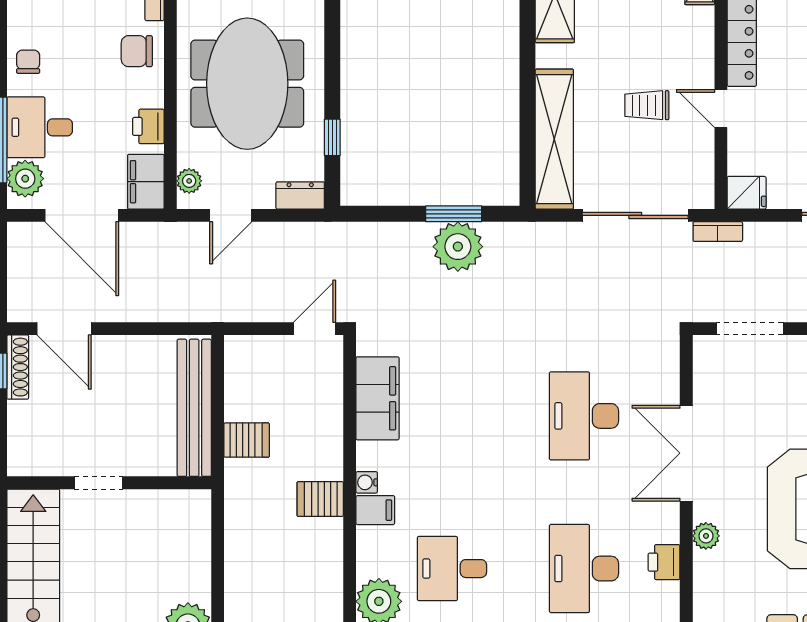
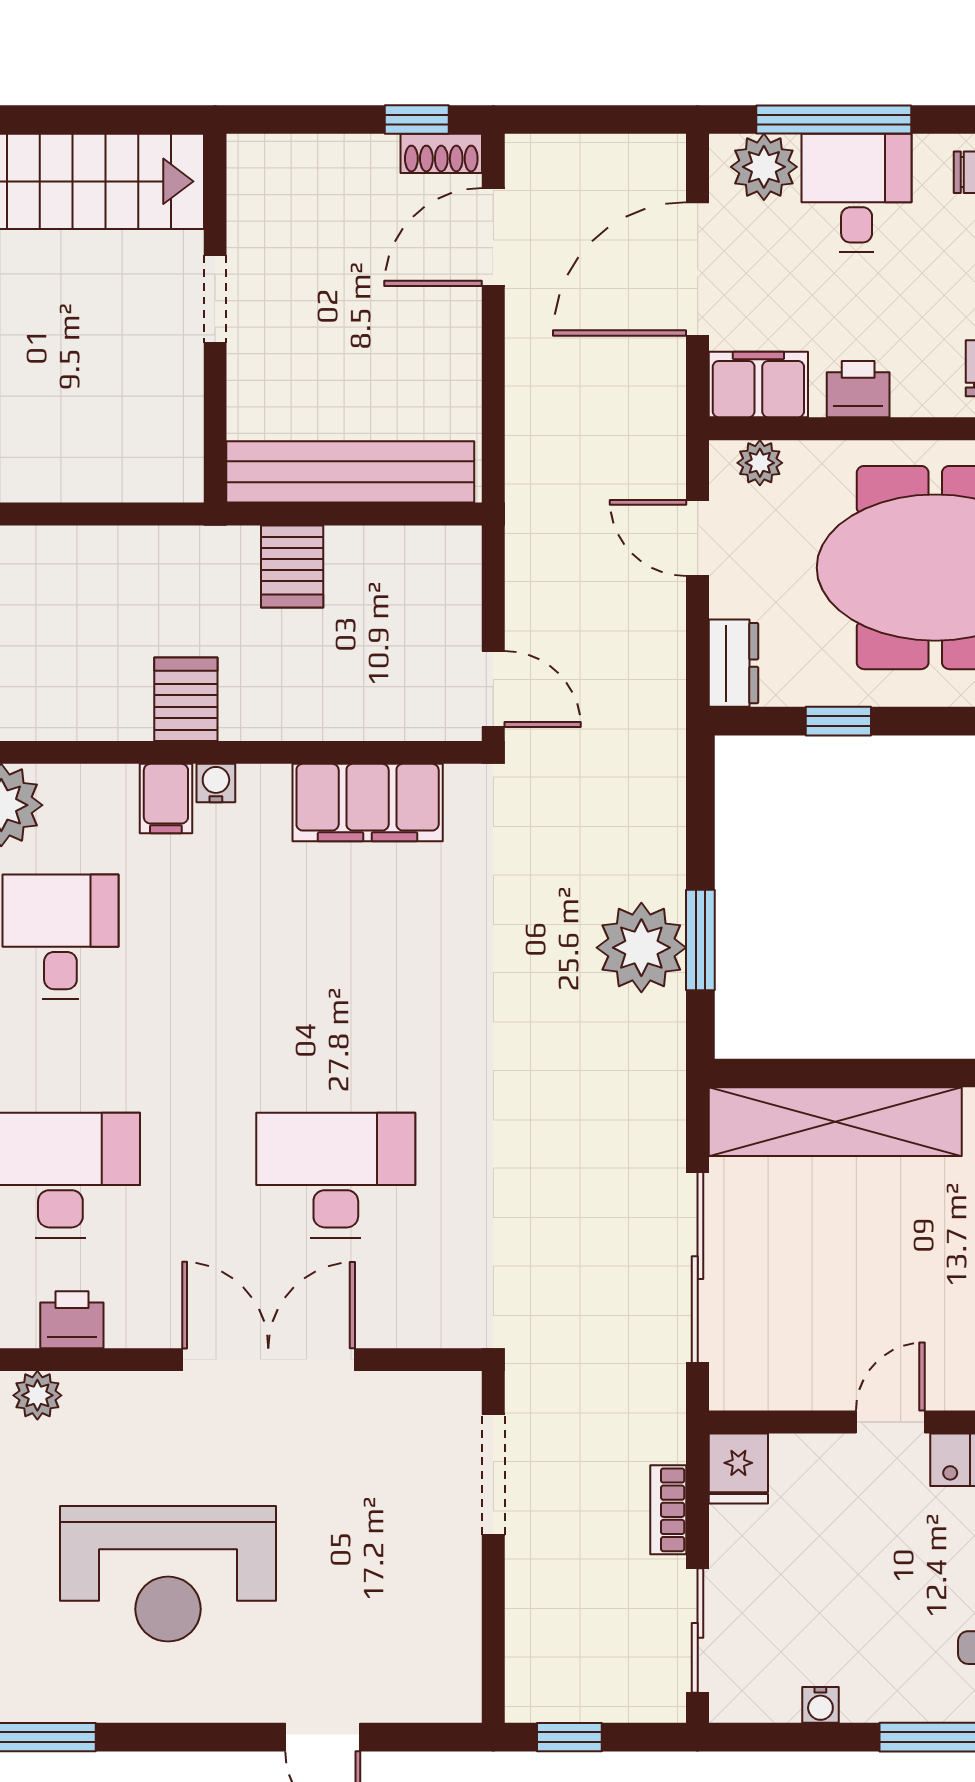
trolley: (647, 105) -> (896, 1289), removed
bookcase: (718, 232) -> (668, 1510), moved
shoe rack: (18, 367) -> (441, 153), width x0.70
plant: (706, 536) -> (37, 1395), moved

